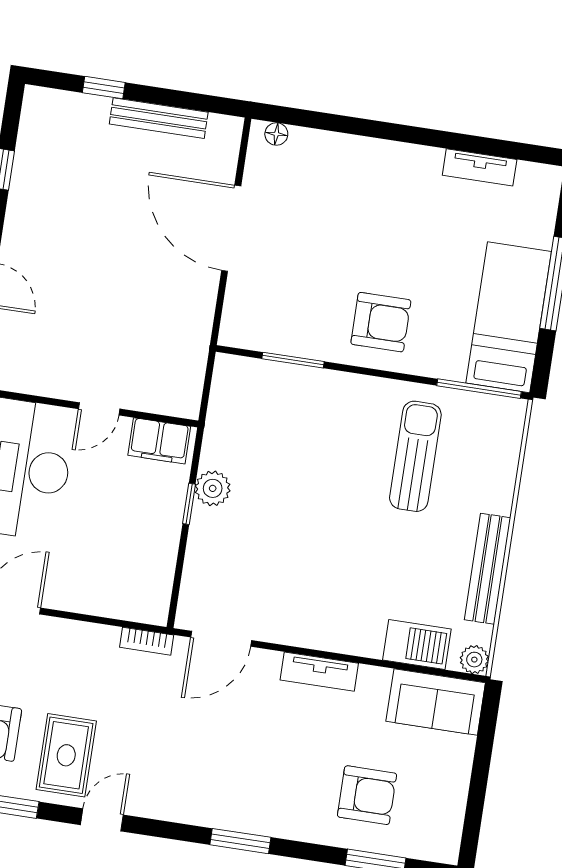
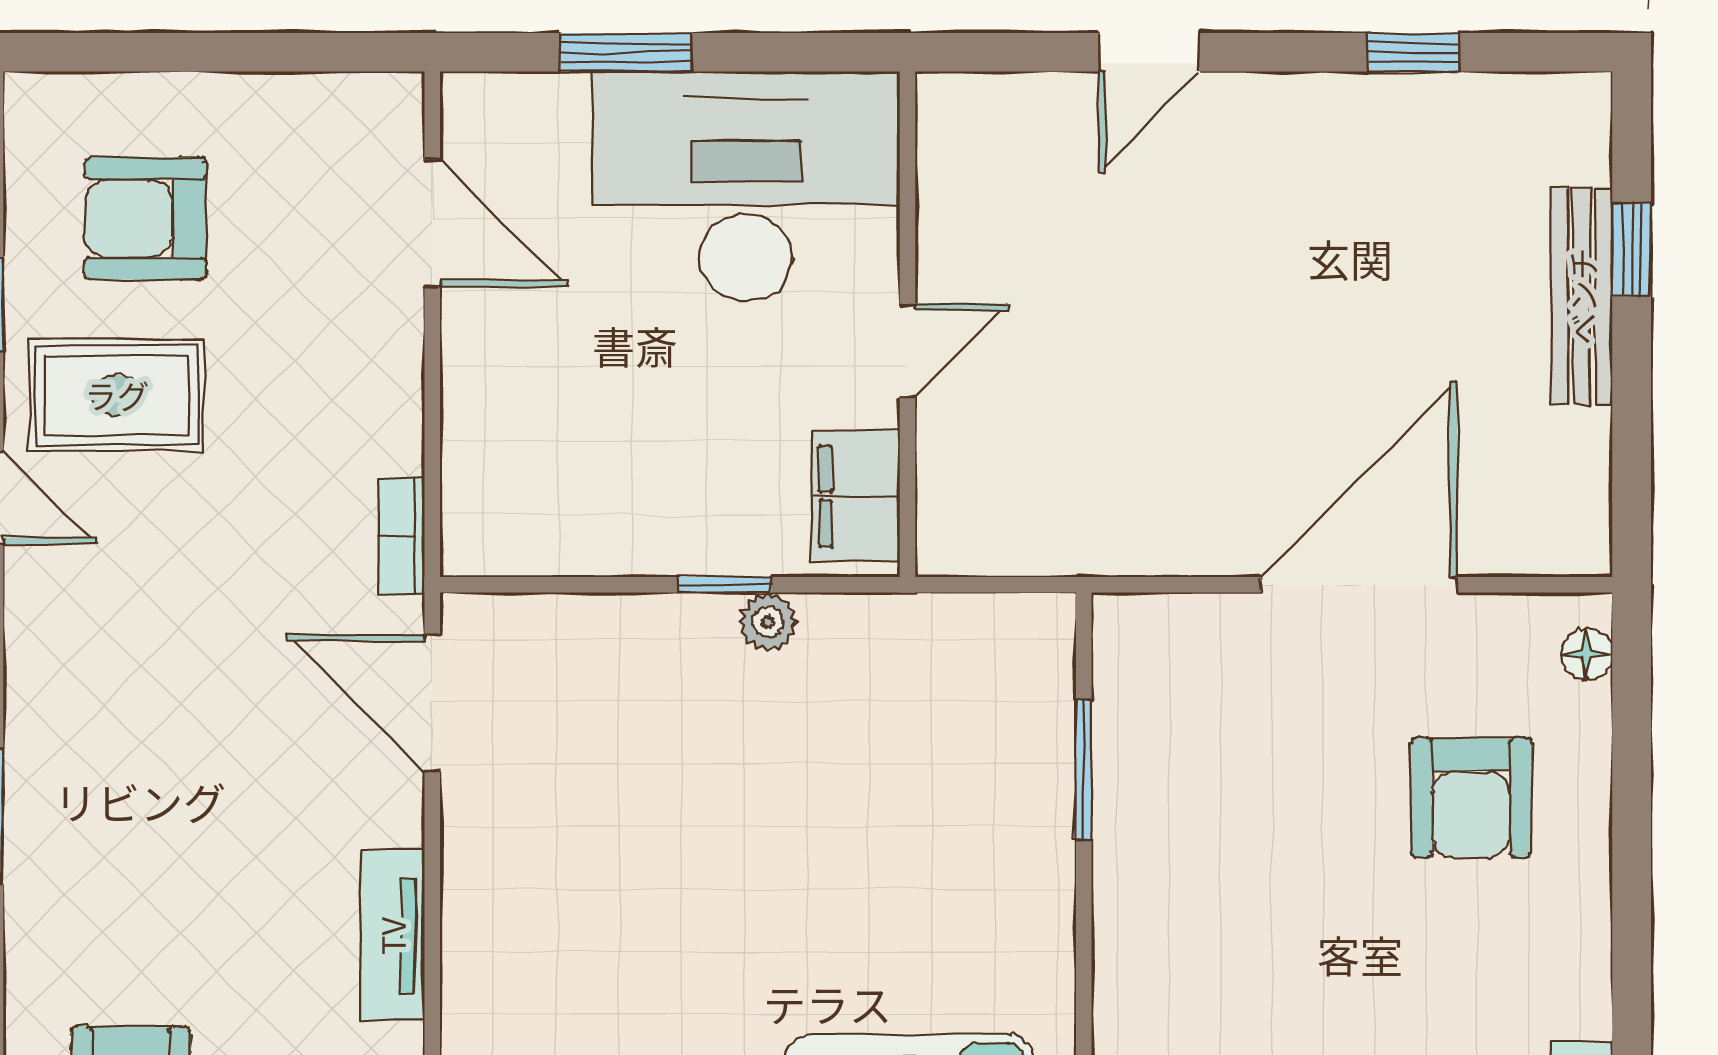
bench: (159, 118) -> (1582, 296), moved
armchair: (381, 322) -> (1471, 798), moved
door: (99, 409) -> (907, 350), swing flipped
plant: (213, 488) -> (768, 622), width x0.73, depth x0.73

